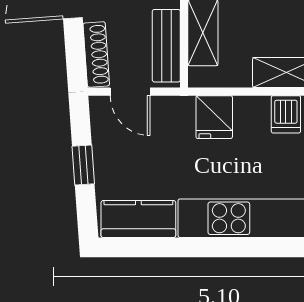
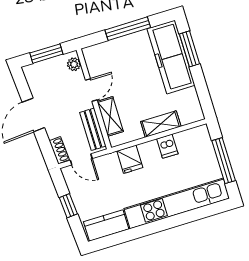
shoe rack: (96, 54) -> (59, 150), width x0.70

